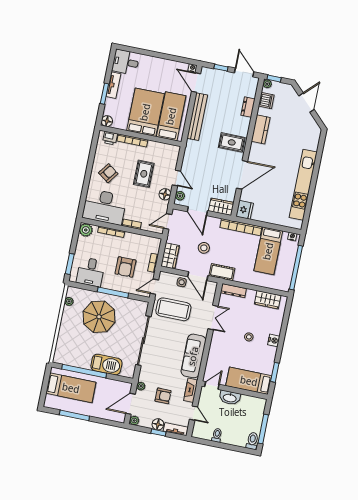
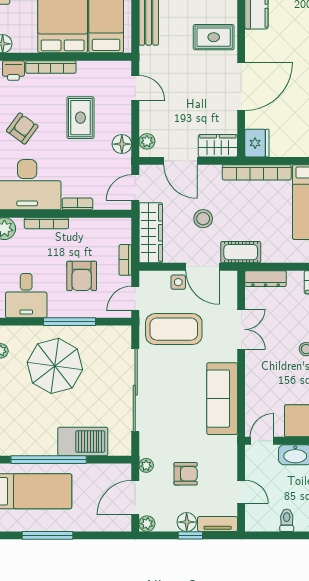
door: (176, 178) -> (135, 88), moved
wardrobe: (170, 256) -> (151, 233), width x1.50
fireplace: (191, 390) -> (229, 456), removed

